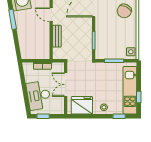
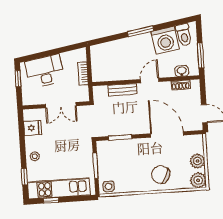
double door: (66, 85) -> (61, 105), swing flipped
fridge: (82, 105) -> (33, 128), width x0.53, depth x0.75

